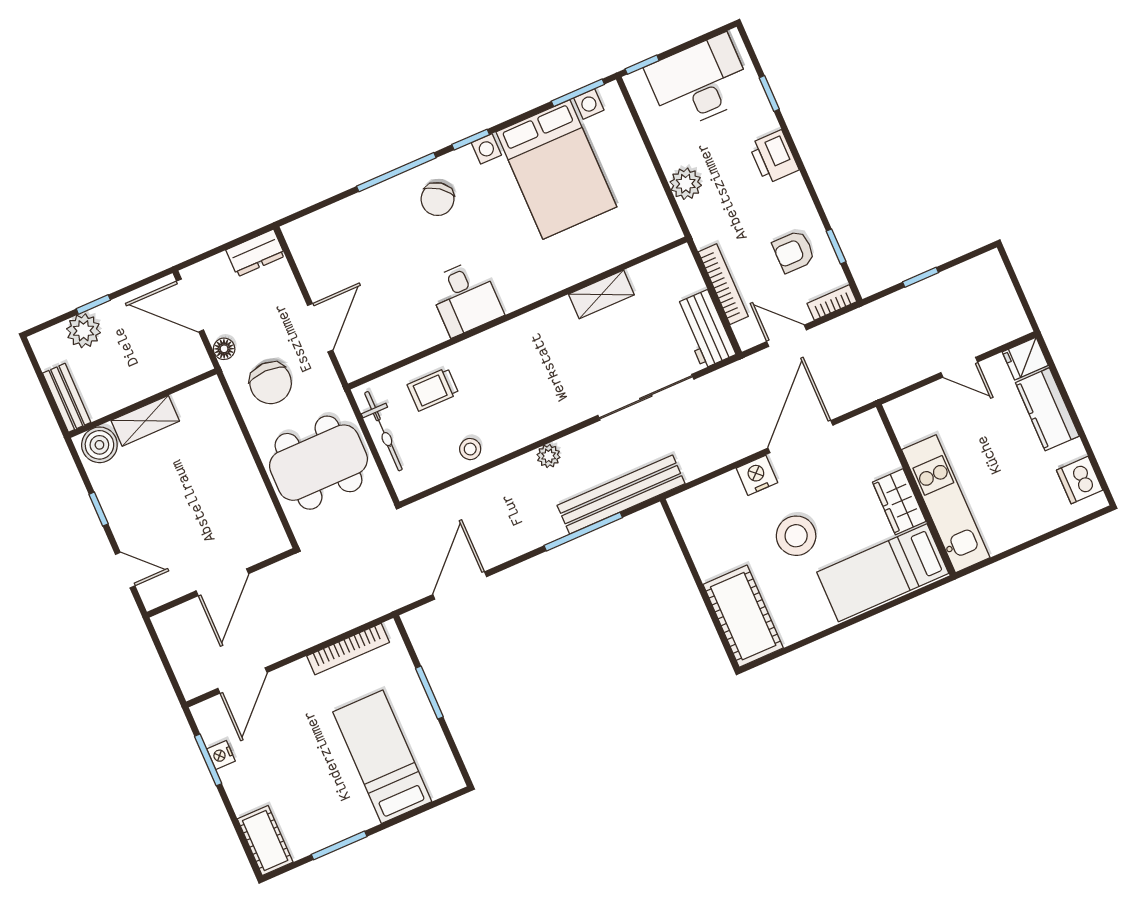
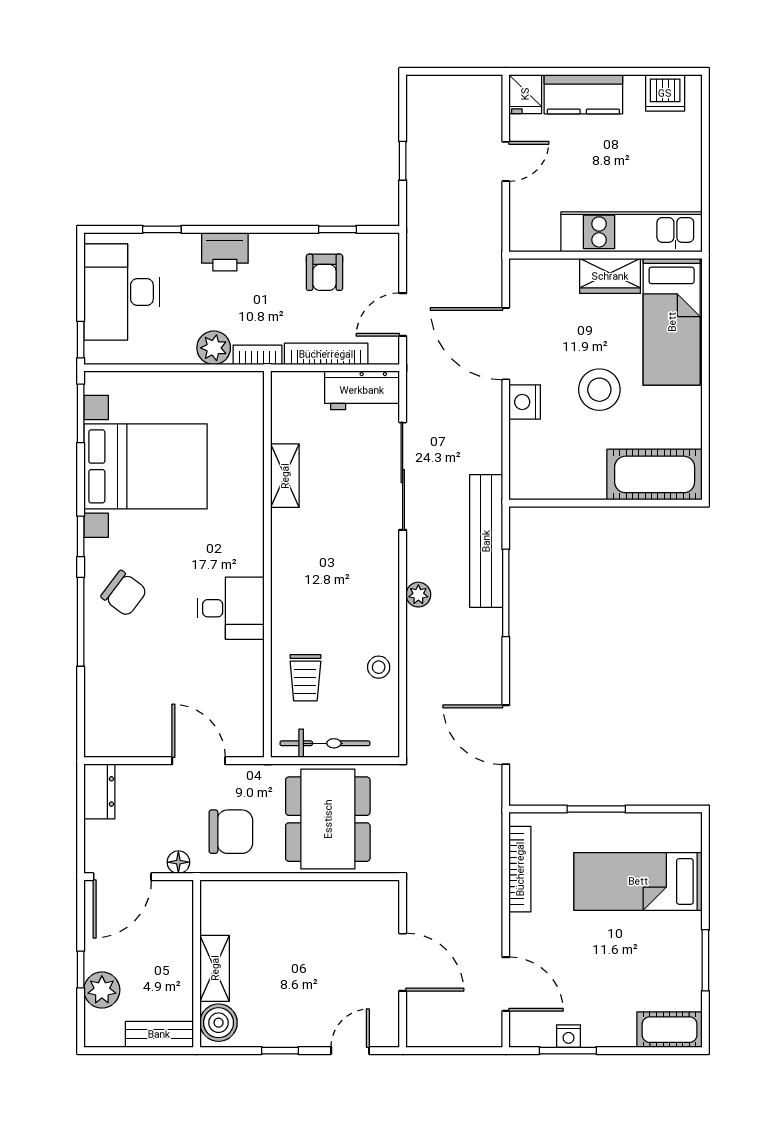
bookcase: (832, 302) -> (257, 355), moved, turned 90

